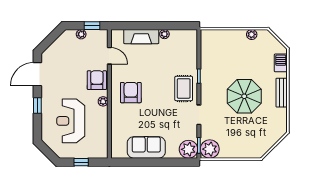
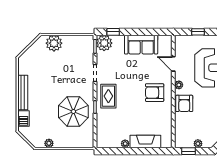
door: (109, 56) -> (173, 64), moved
armchair: (131, 93) -> (155, 93), turned 90
bench: (282, 93) -> (23, 93), width x1.36
parasol: (244, 96) -> (73, 112), moved
plant: (210, 149) -> (54, 43), moved
window: (178, 162) -> (113, 32), added

